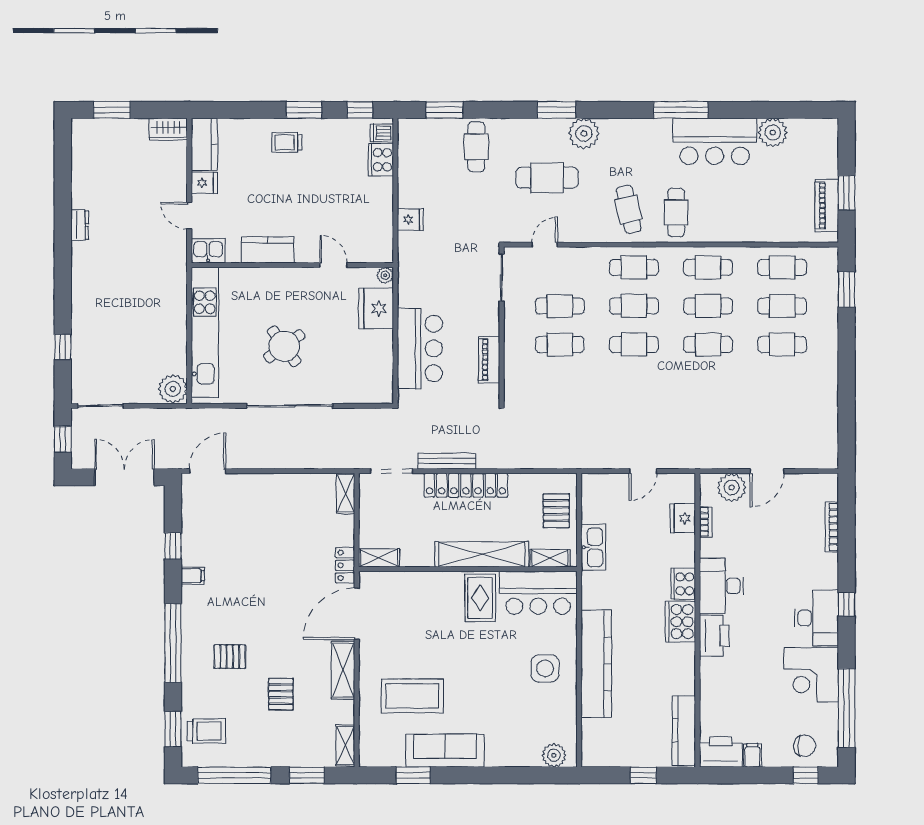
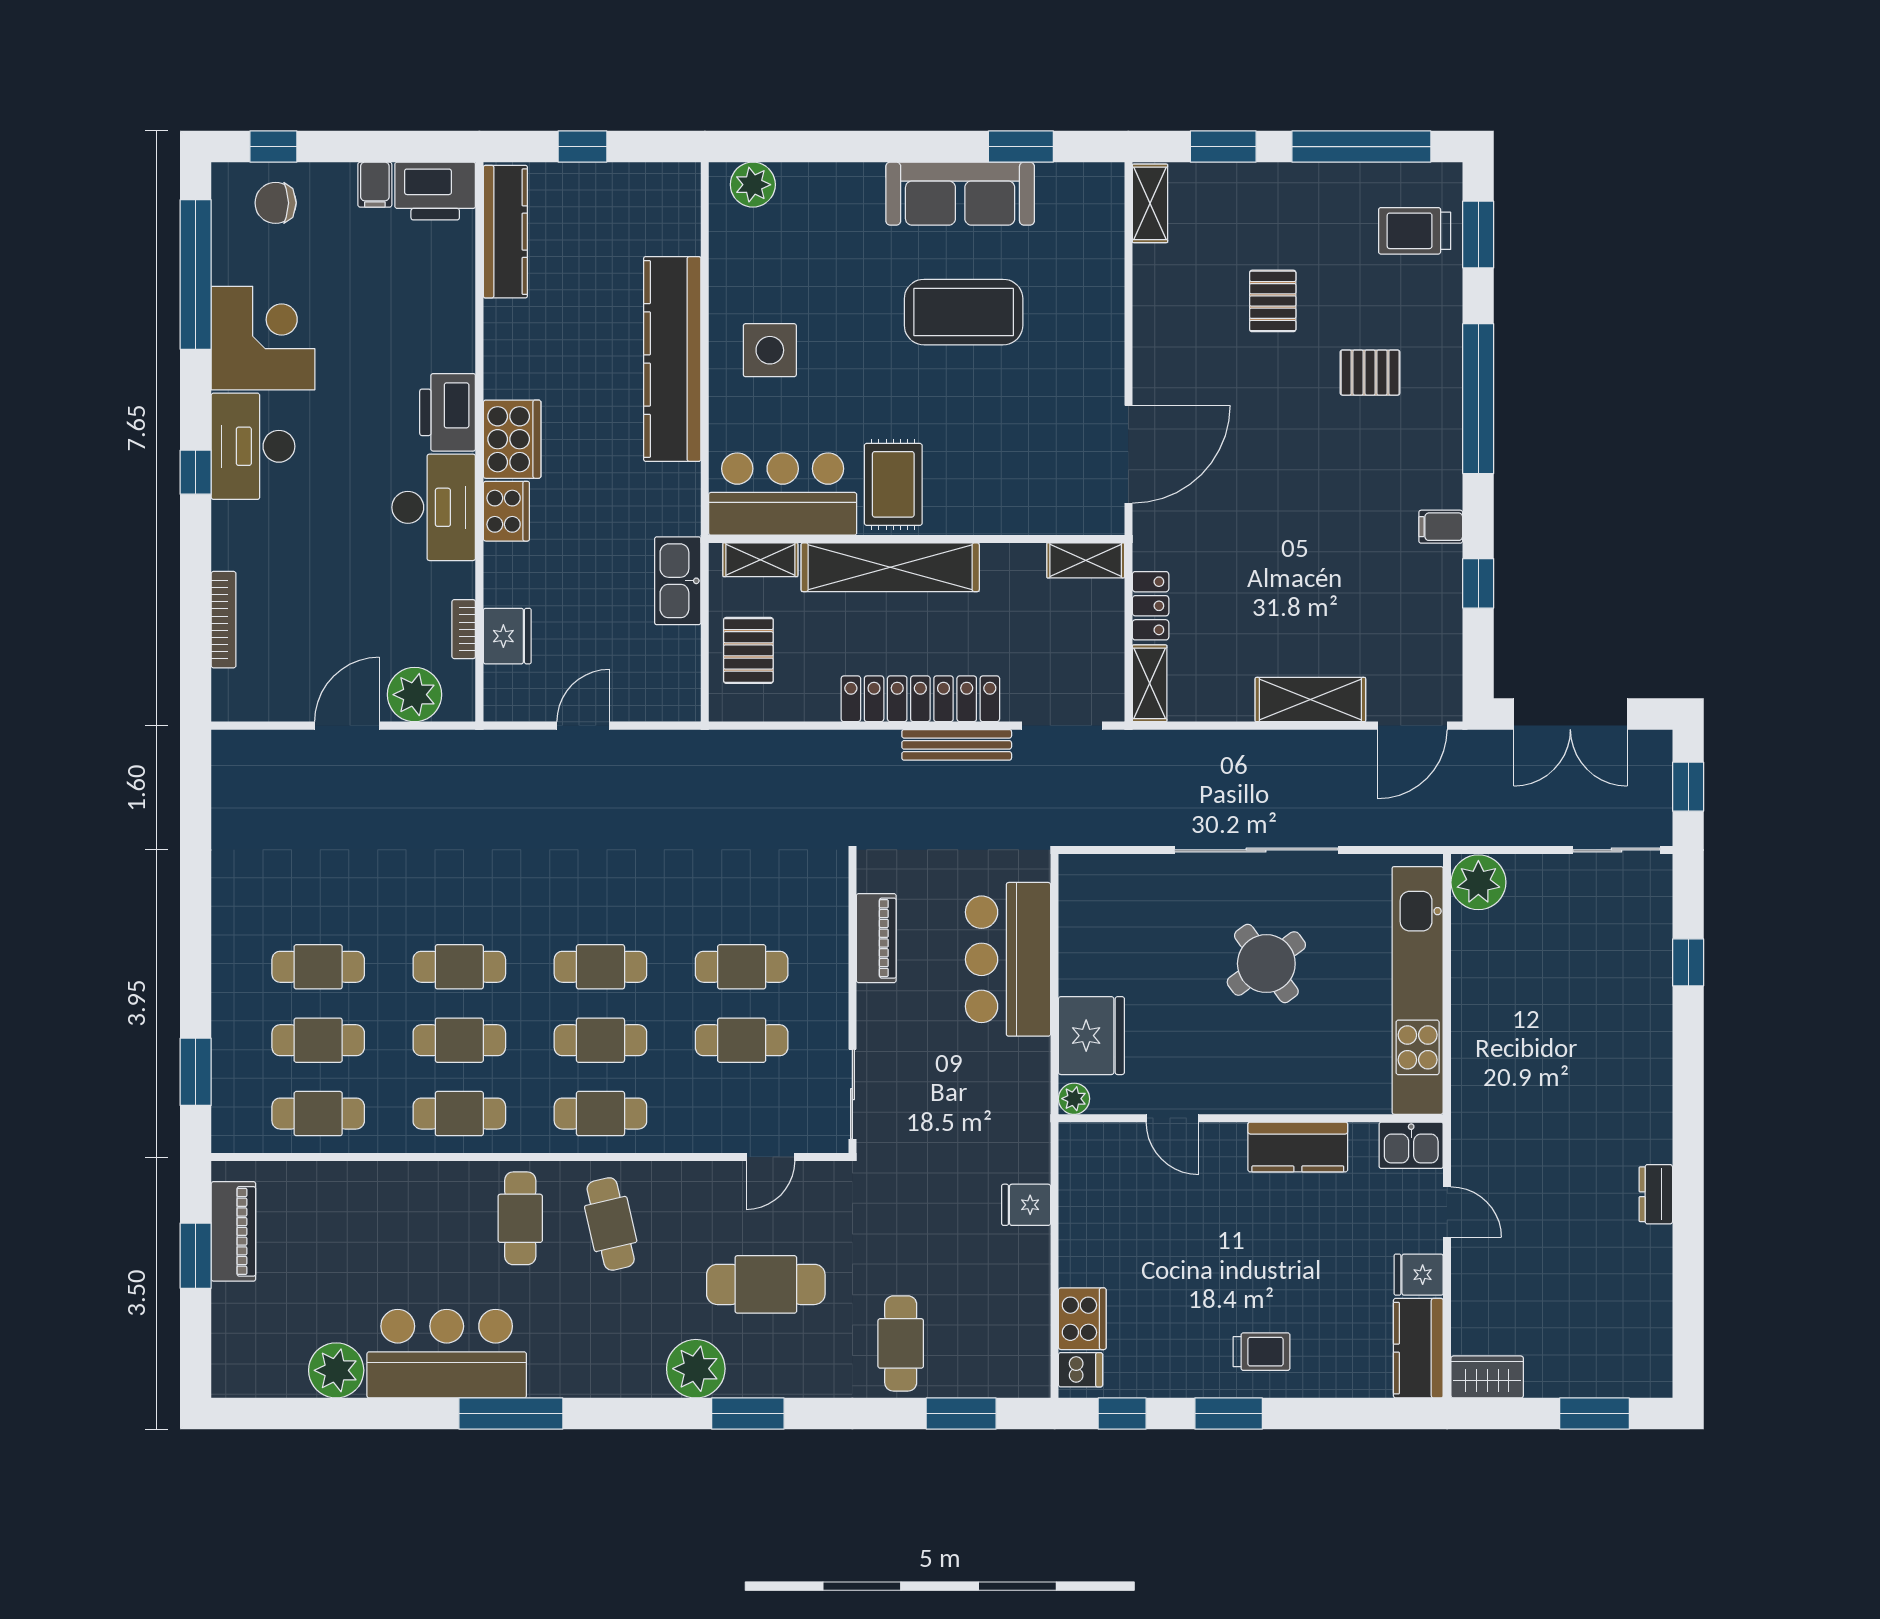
locker: (345, 565) -> (1151, 606), moved
shelving: (343, 670) -> (1310, 700), moved, turned 90
coffee table: (412, 696) -> (964, 312), moved

